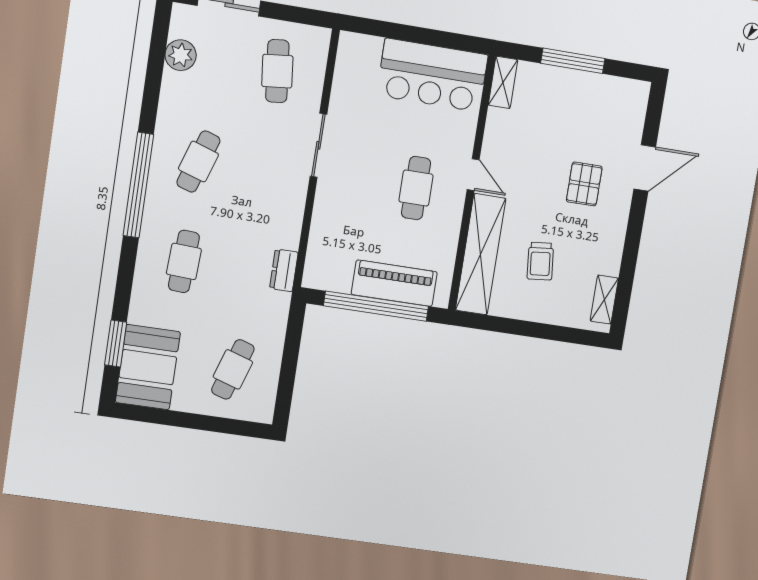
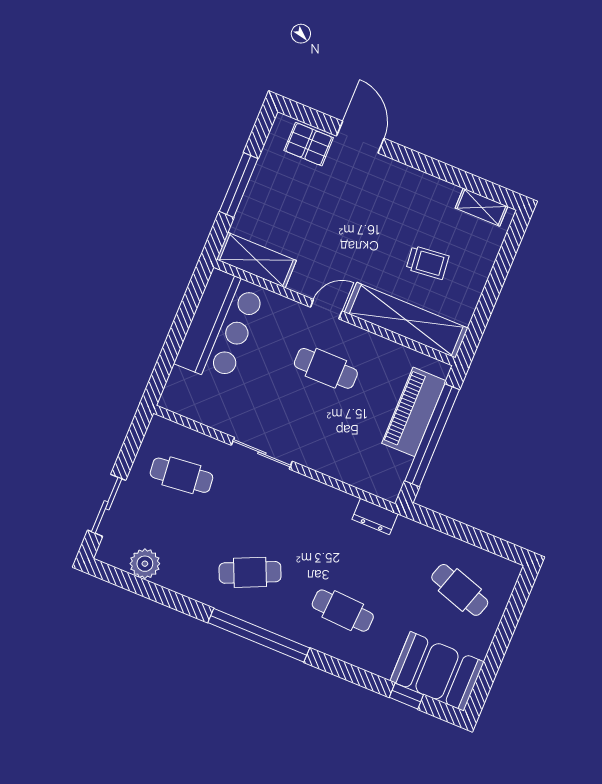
shelving: (503, 82) -> (256, 260), width x1.50, depth x1.33
cafe table: (198, 162) -> (250, 572), turned -42
pallet: (584, 184) -> (309, 144), moved
window: (116, 344) -> (406, 696), width x0.67

